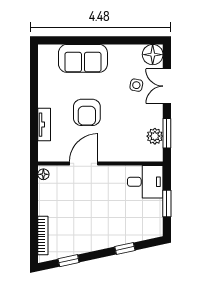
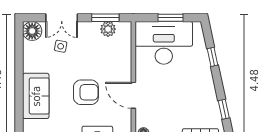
desk: (145, 182) -> (164, 43), width x1.87, depth x1.30

